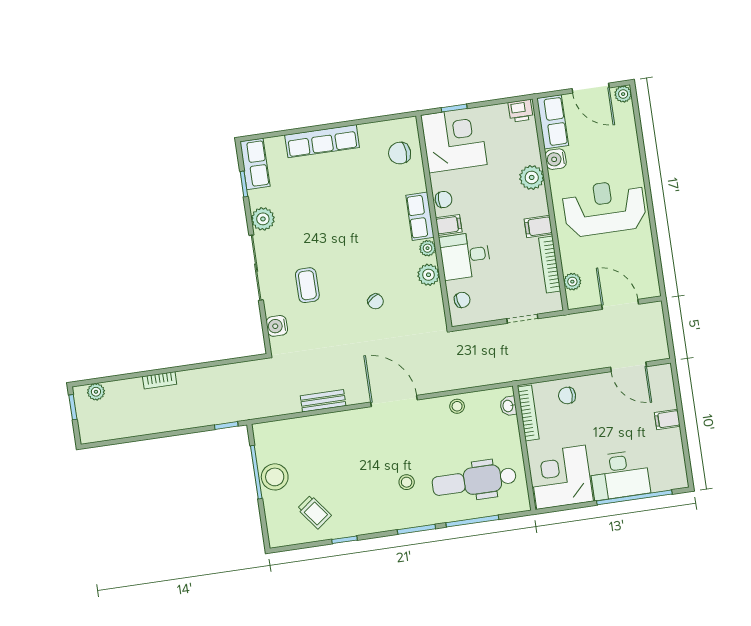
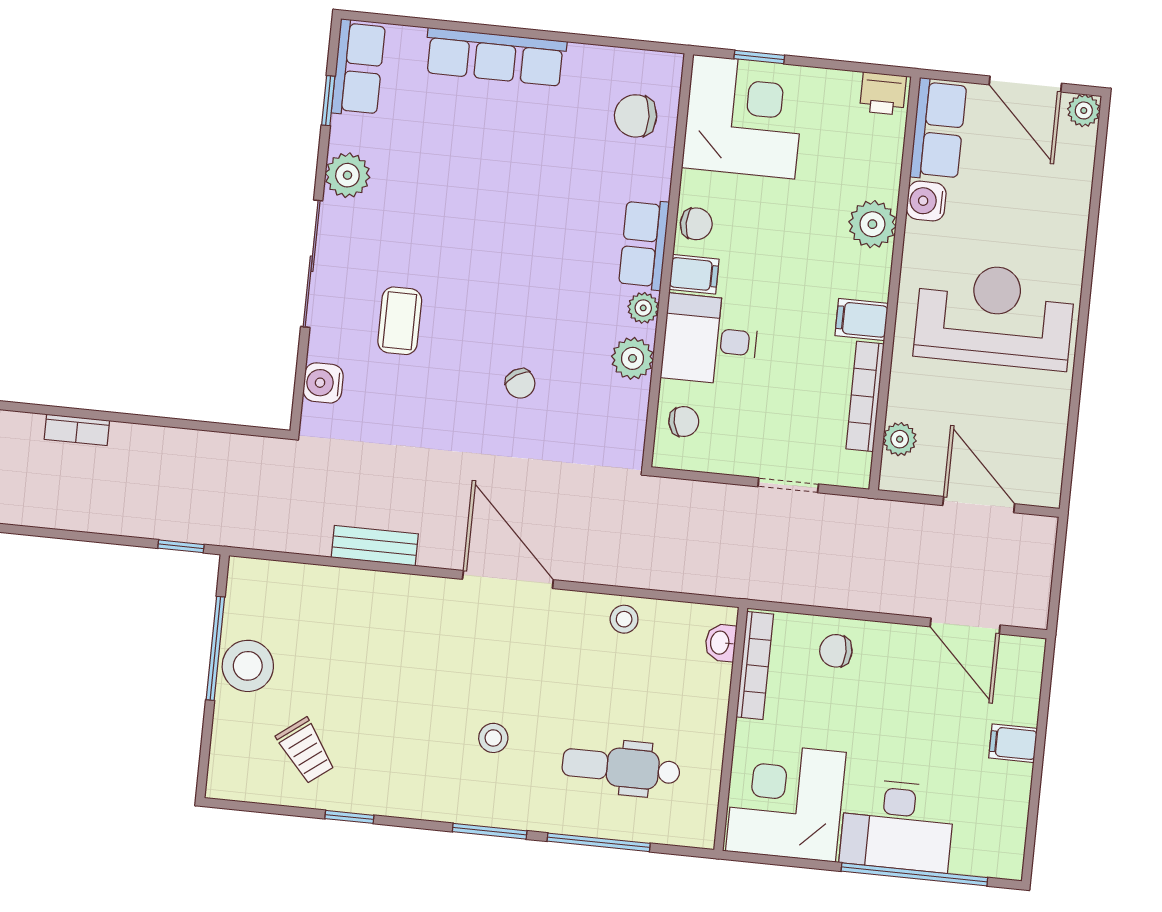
dental chair: (474, 481) -> (621, 767), width x0.73, depth x0.72

